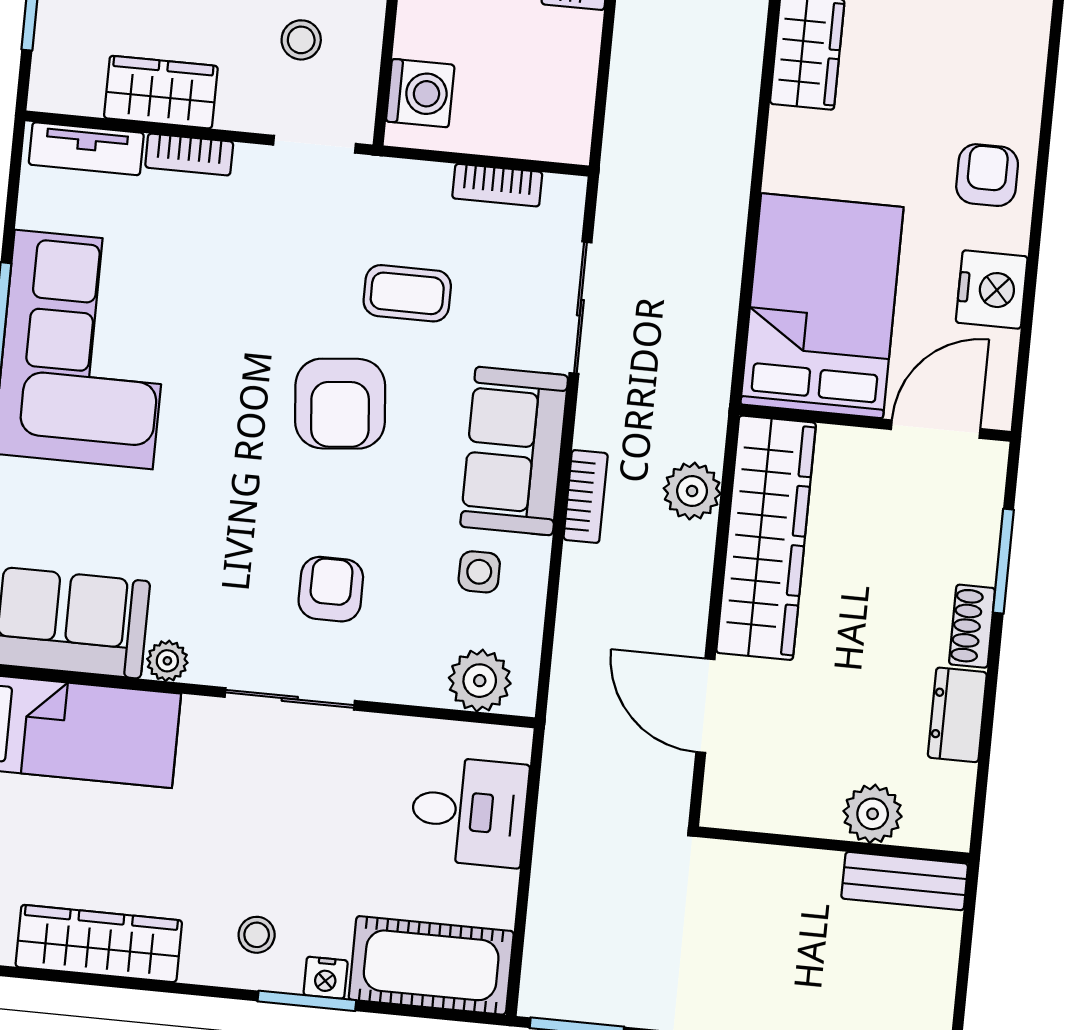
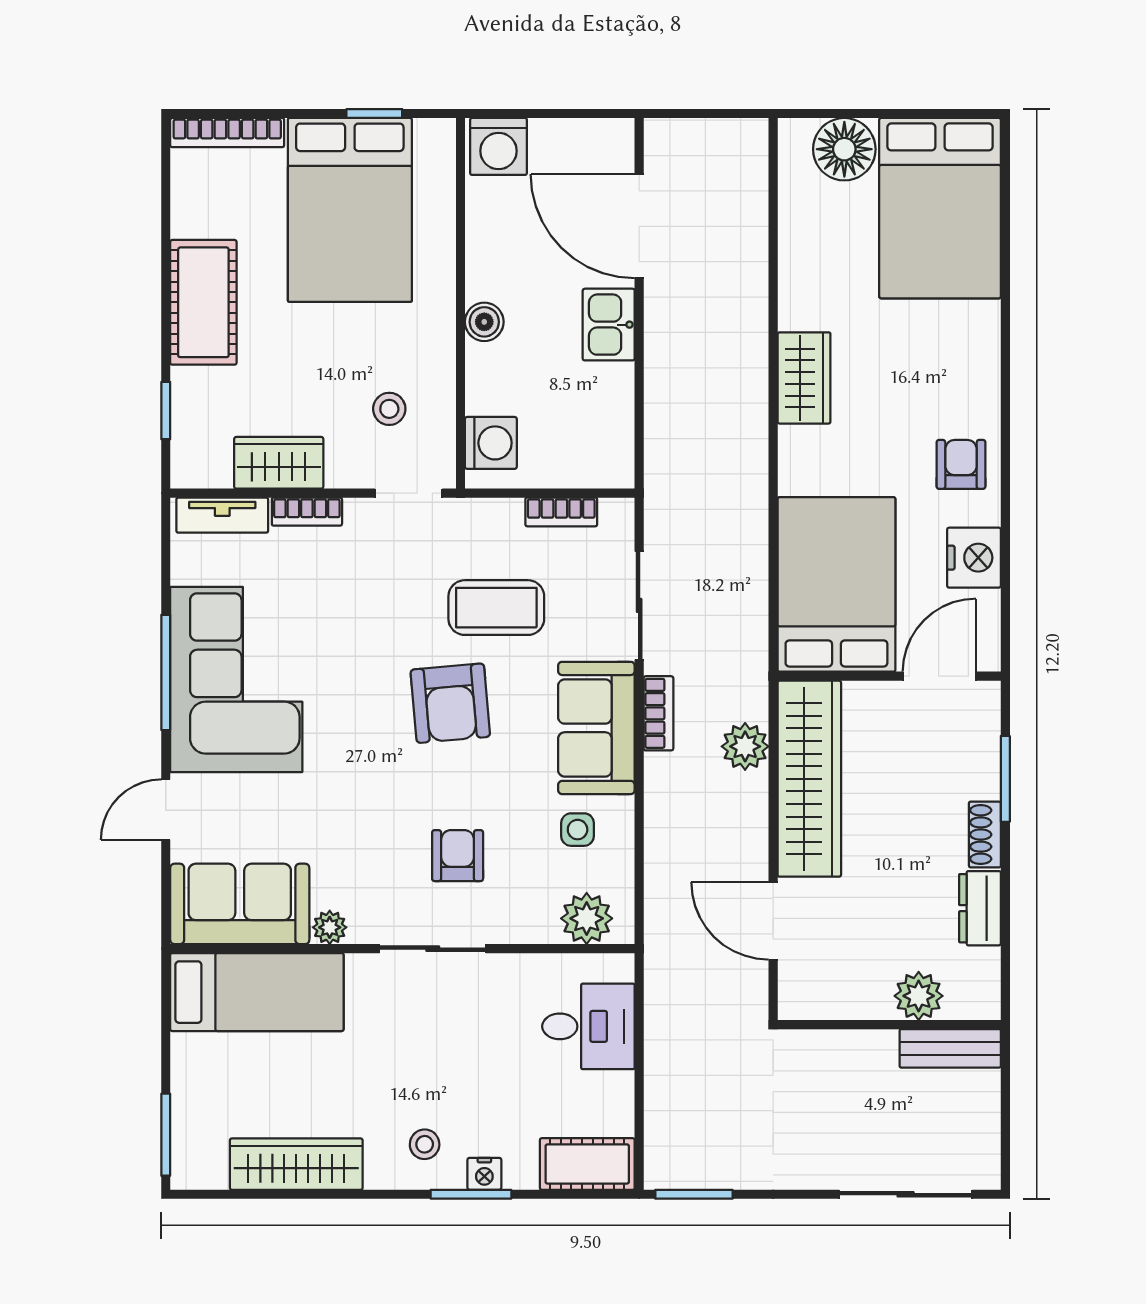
coffee table: (407, 293) -> (496, 608), width x1.36, depth x1.30
bookcase: (586, 497) -> (658, 713), moved
cot: (431, 965) -> (587, 1164), width x0.73, depth x0.75

